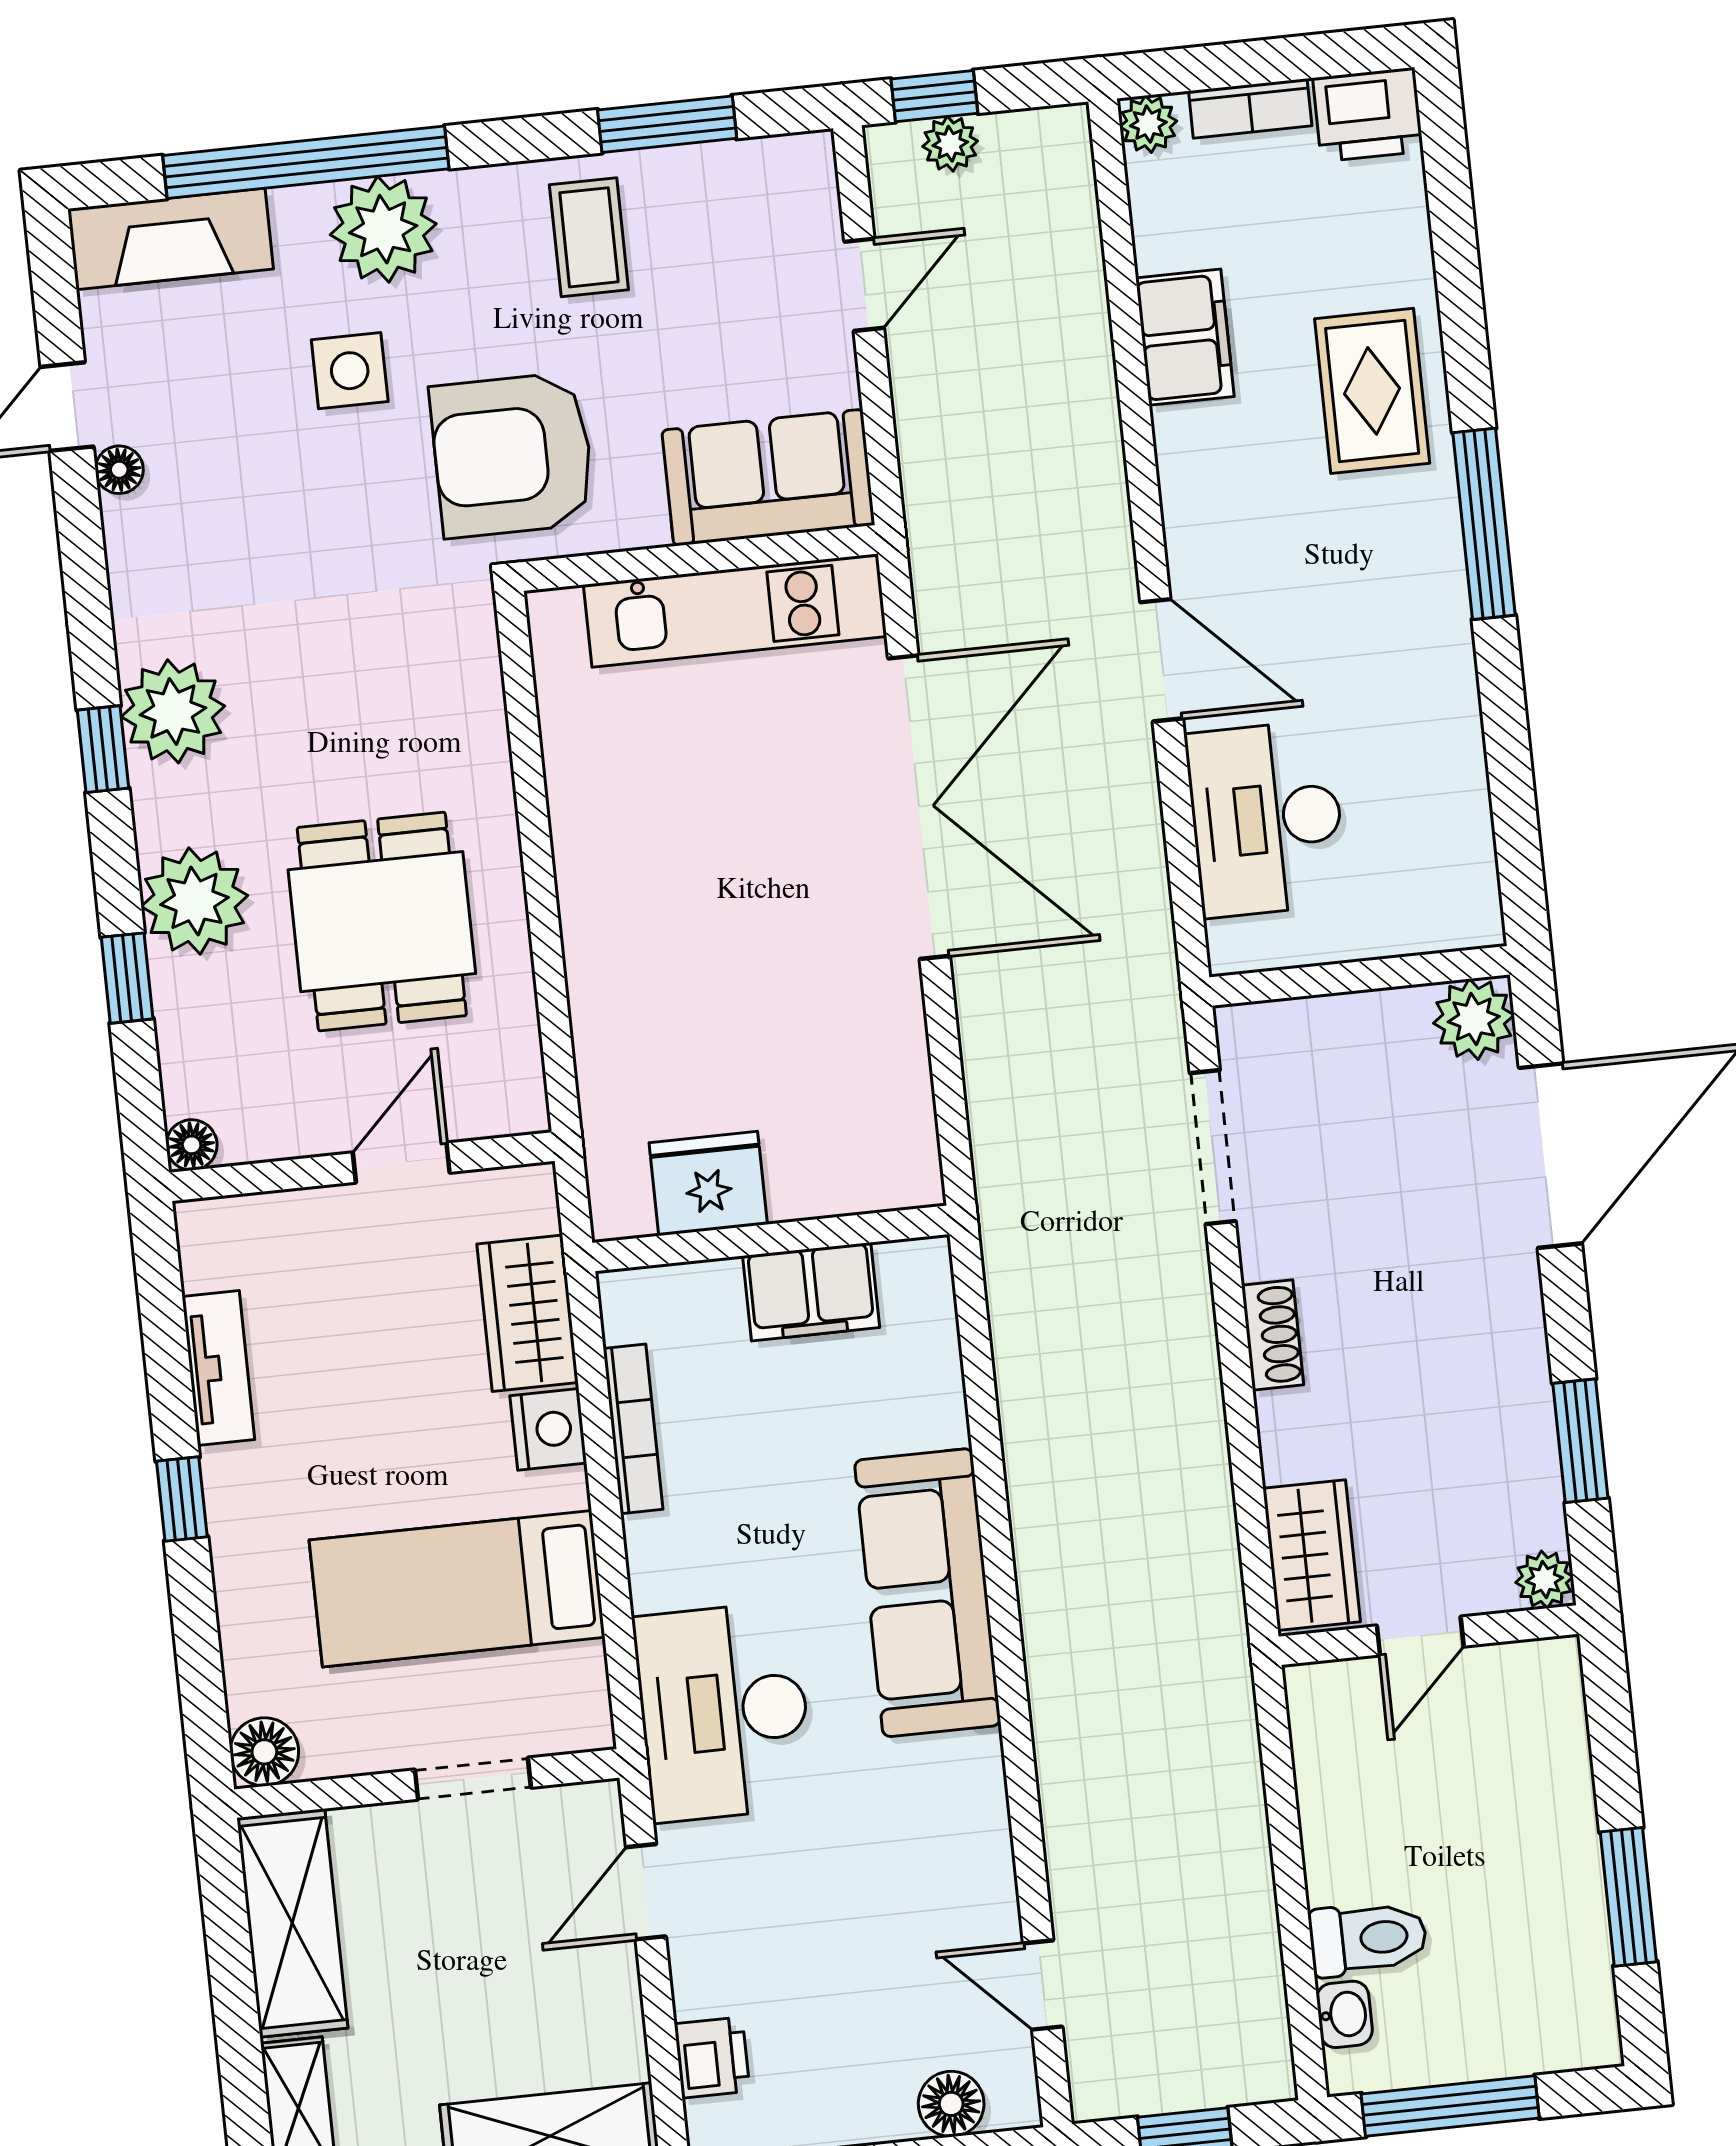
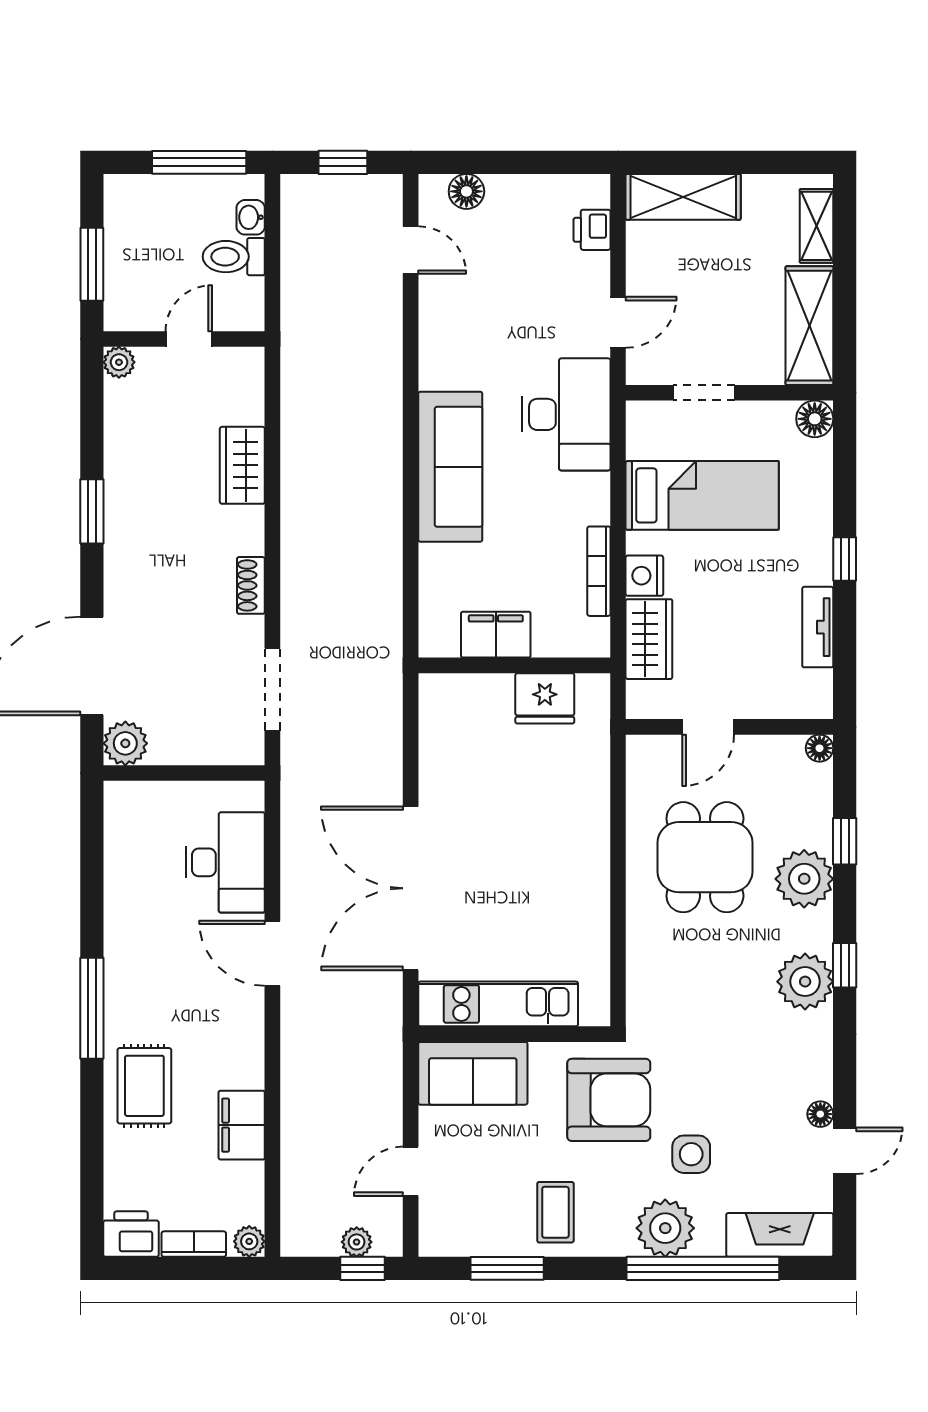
plant: (1544, 1580) -> (119, 362), moved
wall: (1429, 1635) -> (184, 339), moved
door: (1420, 1636) -> (189, 339), moved

